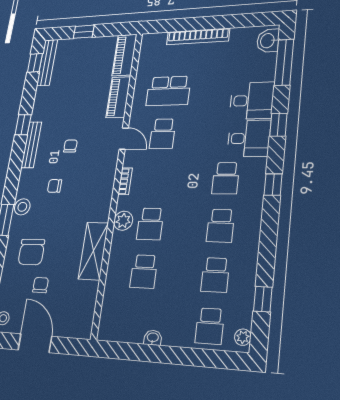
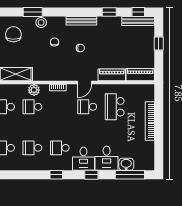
washbasin: (268, 41) -> (126, 164), moved
window: (23, 125) -> (109, 12), moved
chair: (31, 252) -> (13, 34), turned 91

